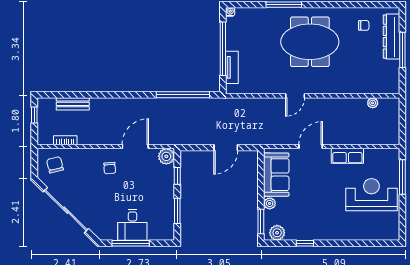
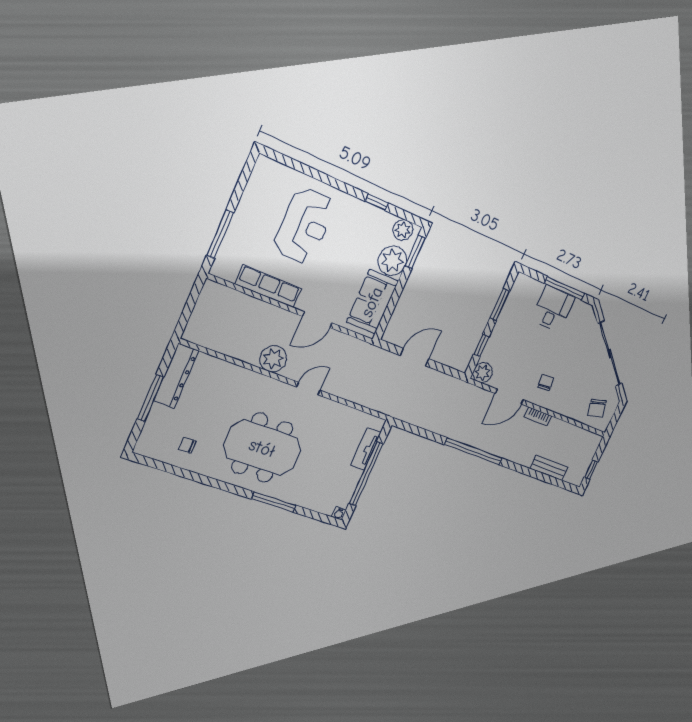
dresser: (391, 37) -> (176, 376), moved
window: (183, 95) -> (473, 451), moved
plant: (373, 103) -> (273, 359), moved, width x1.88, depth x1.88
bookcase: (65, 140) -> (538, 416), moved
row of seats: (347, 156) -> (268, 286), width x1.48
reception desk: (371, 195) -> (304, 226), moved, turned -90
plant: (270, 203) -> (392, 261), width x1.87, depth x1.87

